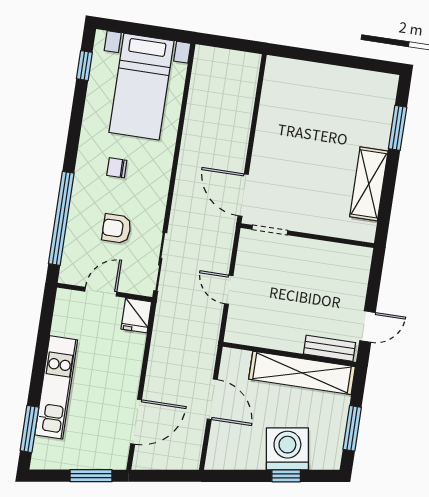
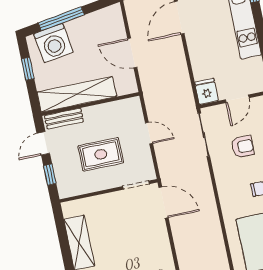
window: (374, 284) -> (50, 175), added
rug: (300, 286) -> (101, 154), added
window: (352, 428) -> (28, 69), width x0.67
washing machine: (287, 449) -> (53, 43), moved
window: (286, 476) -> (61, 19), width x2.17

